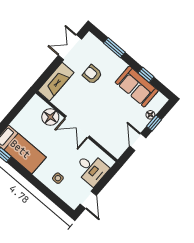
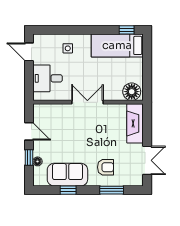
armchair: (92, 74) -> (106, 167), moved
floor lamp: (50, 117) -> (132, 92), moved

